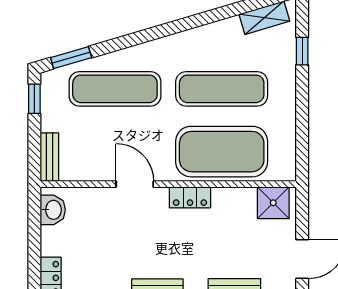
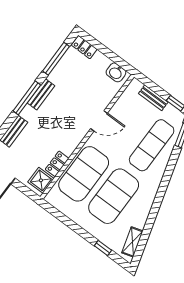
exercise mat: (222, 89) -> (114, 196), width x1.47
bench: (49, 157) -> (153, 98), moved
locker: (190, 197) -> (57, 164), moved

